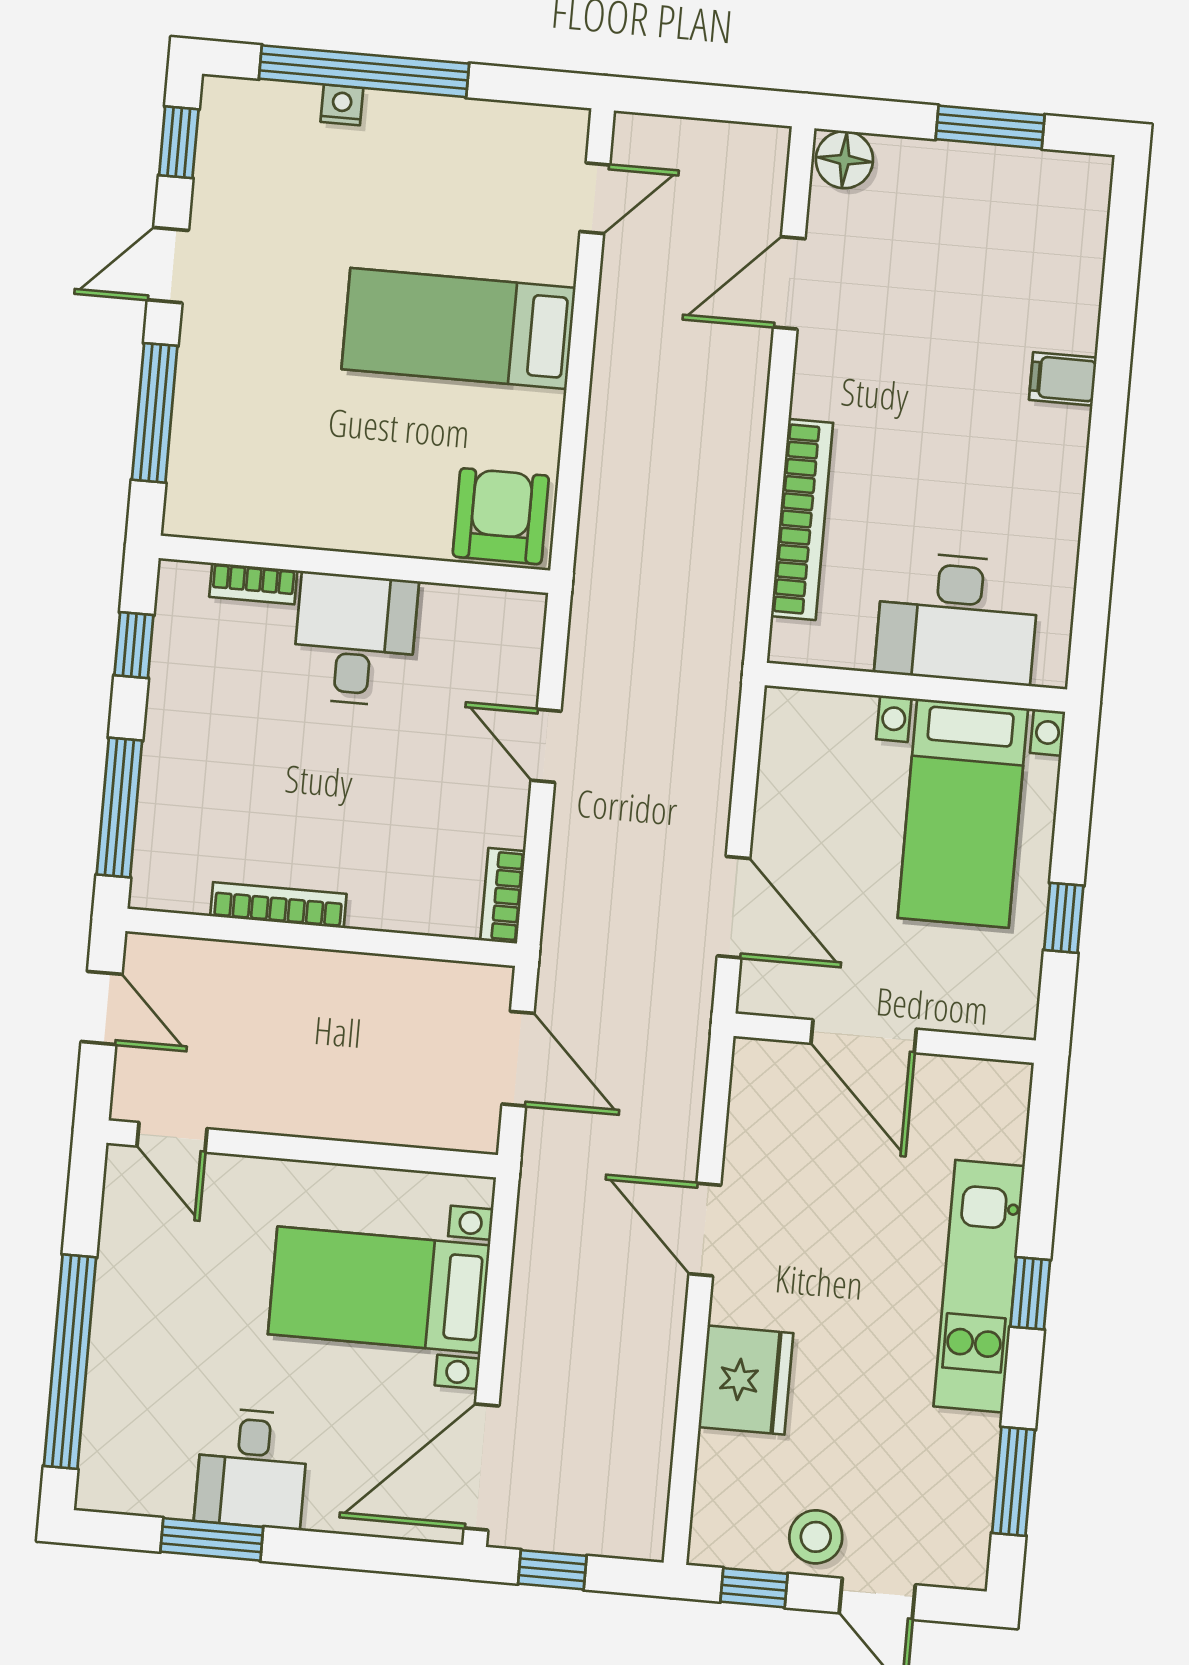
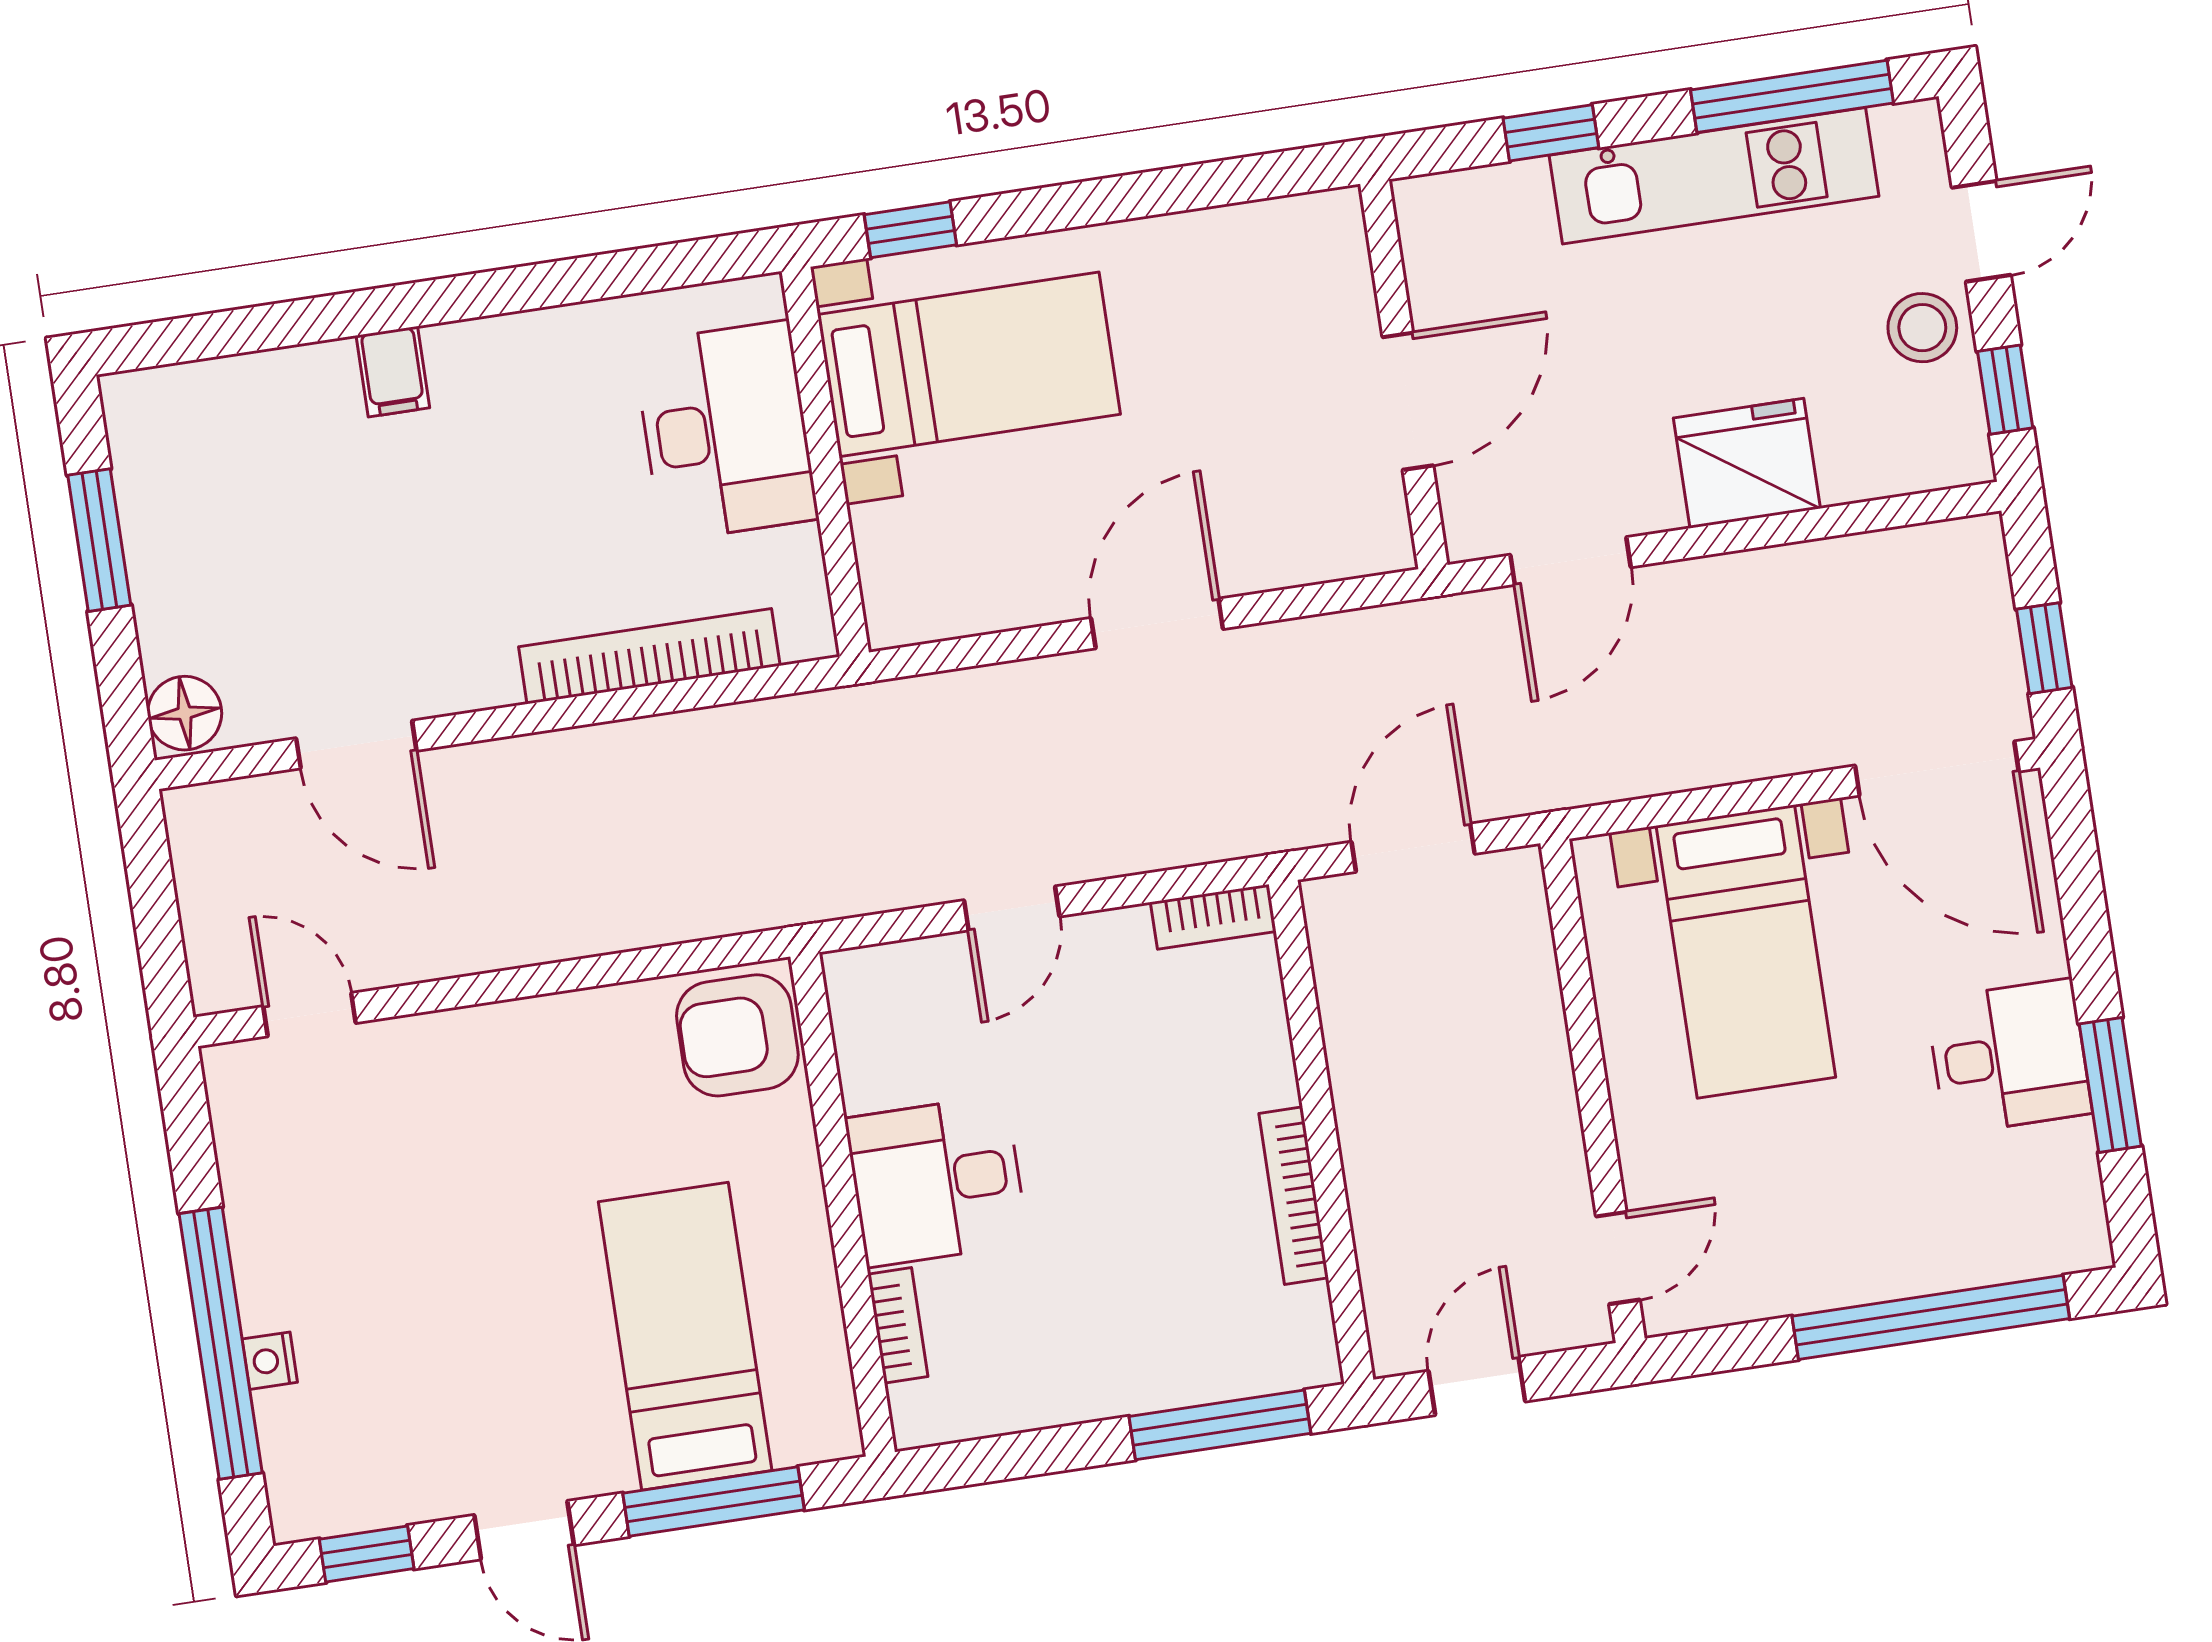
bed: (458, 328) -> (685, 1336), moved, turned 180
window: (134, 645) -> (1012, 1456), removed
window: (1064, 918) -> (910, 230), moved
door: (864, 1036) -> (1408, 401), moved
wall: (885, 1038) -> (1404, 374), moved
kitchen unit: (979, 1286) -> (1714, 176), moved
window: (1013, 1481) -> (1792, 96), width x1.44

